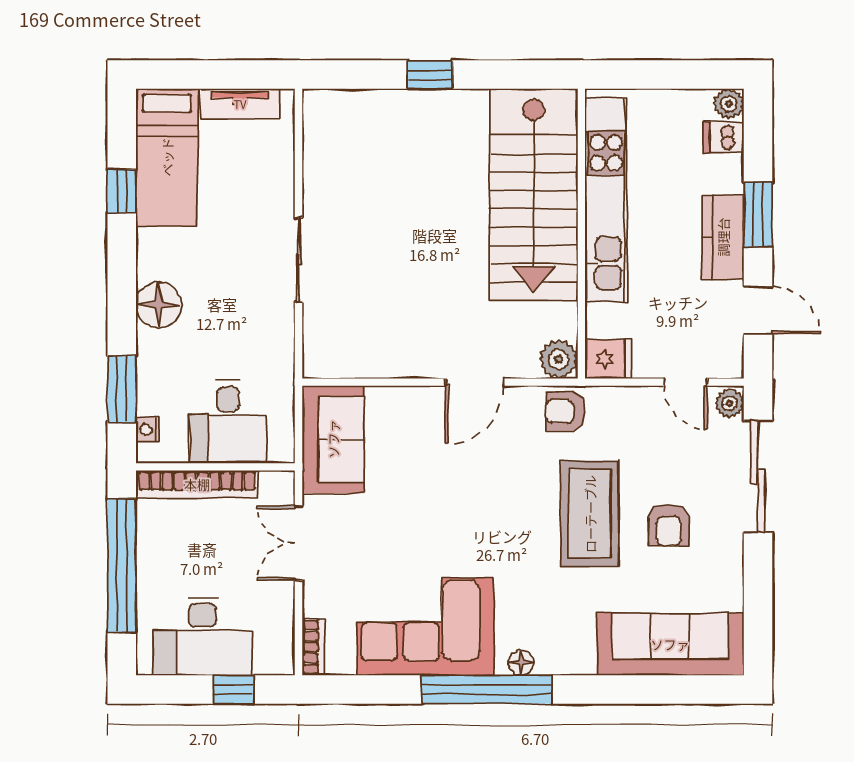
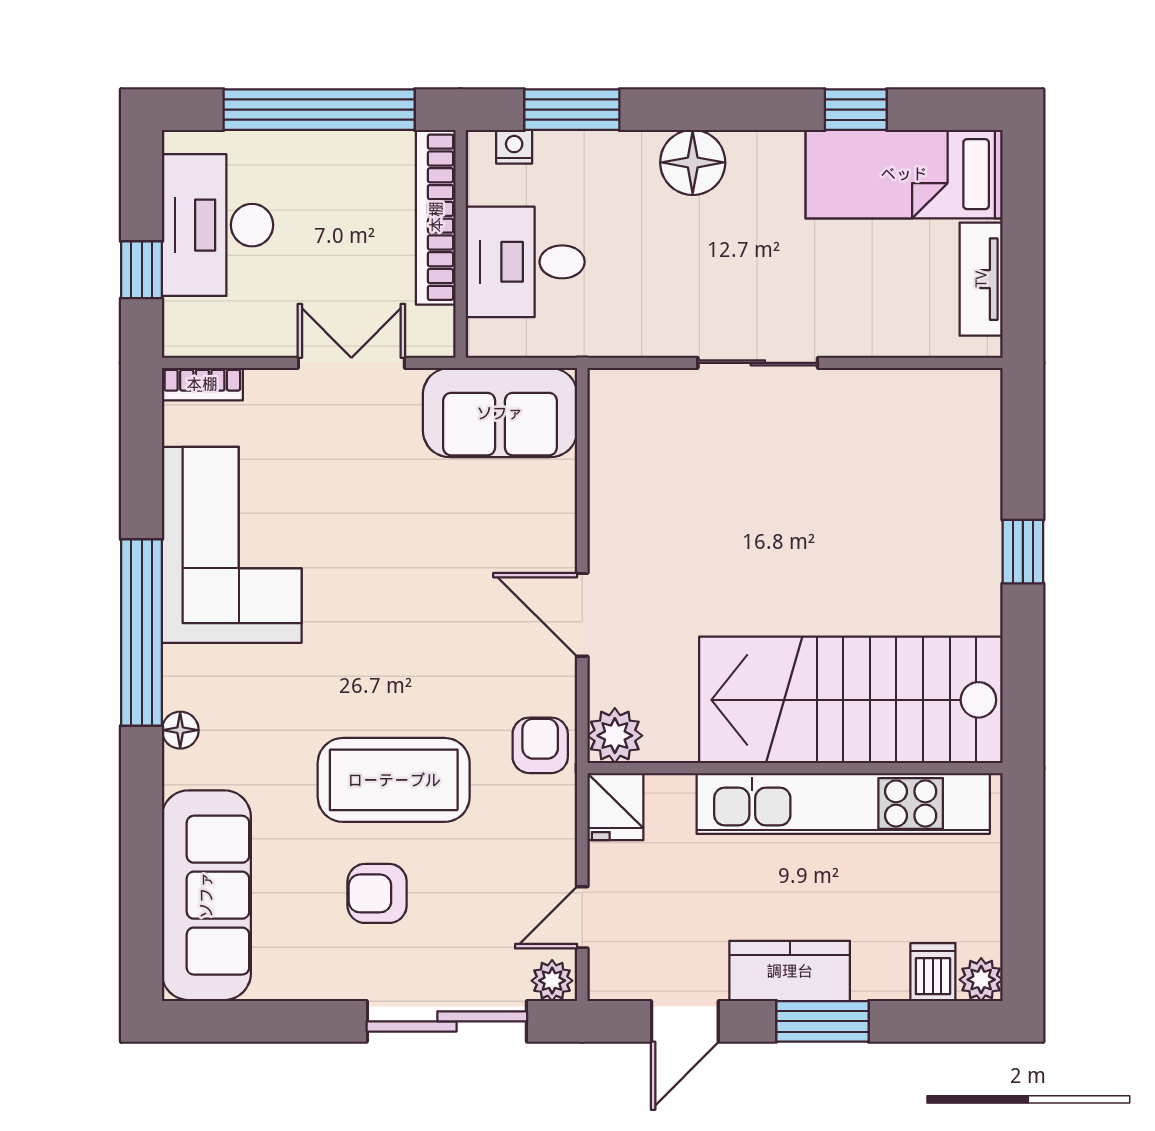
floor lamp: (521, 663) -> (180, 730), moved

